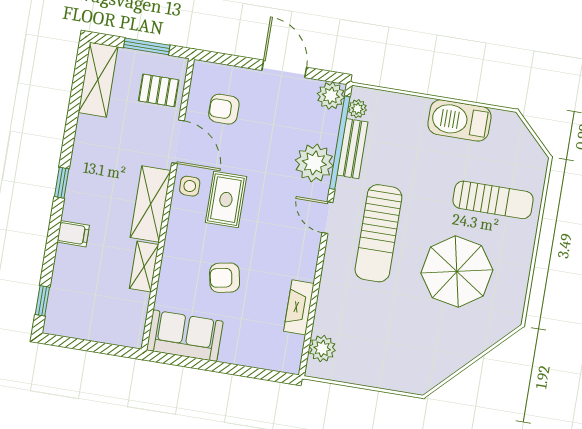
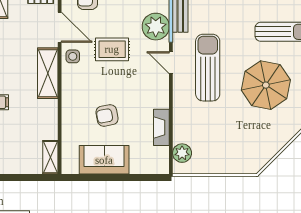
rug: (226, 200) -> (112, 49), moved, turned 90
sun lounger: (378, 233) -> (208, 68), turned 180
shelving: (144, 266) -> (50, 157), moved
sofa: (185, 336) -> (104, 160), moved

